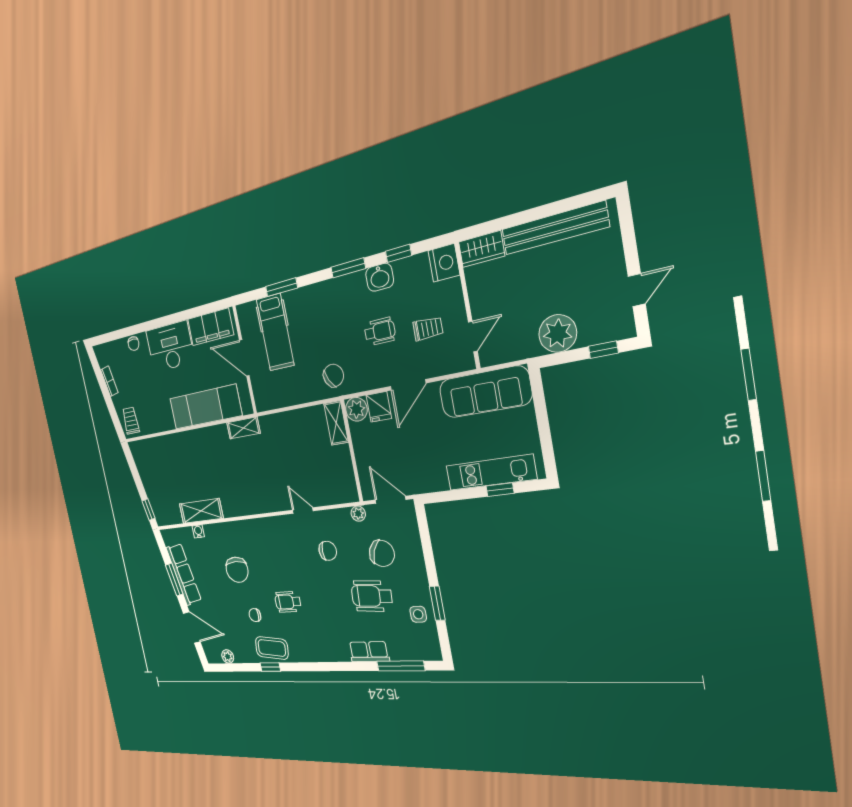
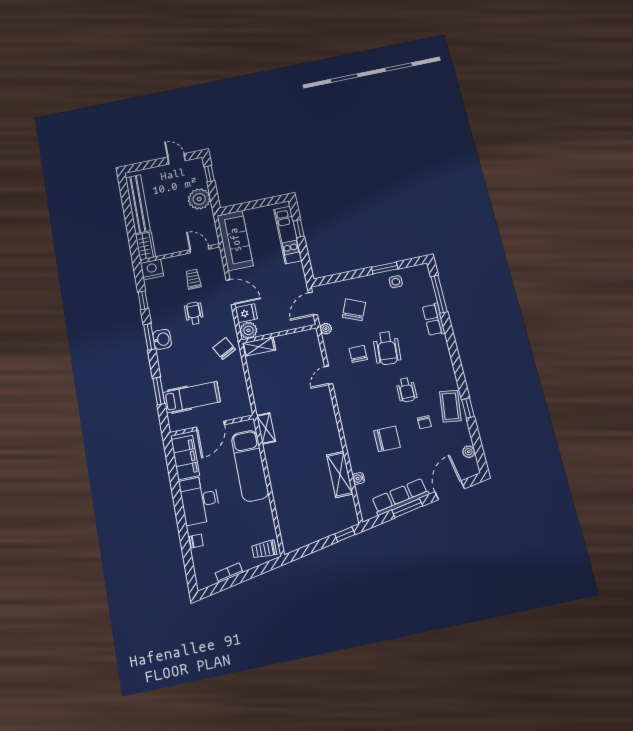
washbasin: (380, 277) -> (162, 339), moved
wheelchair: (372, 596) -> (387, 348), moved

